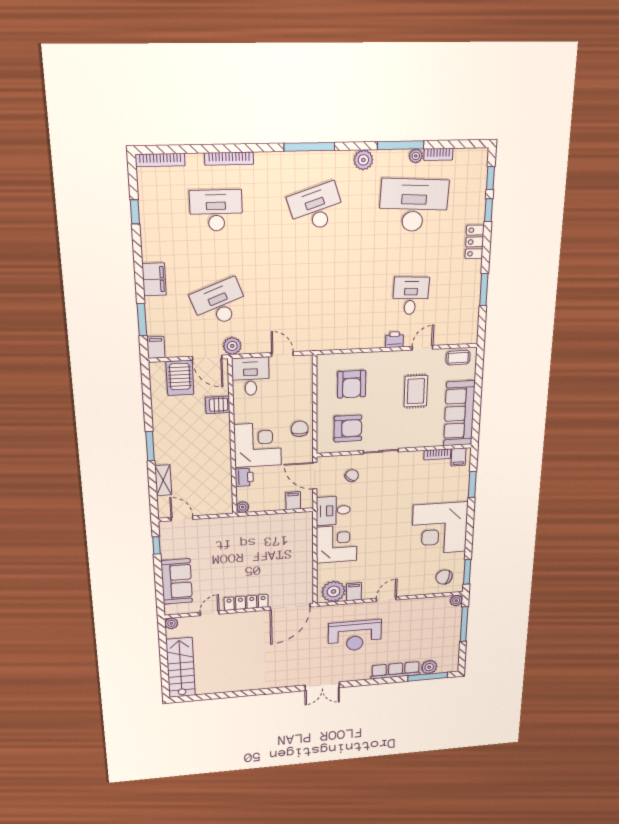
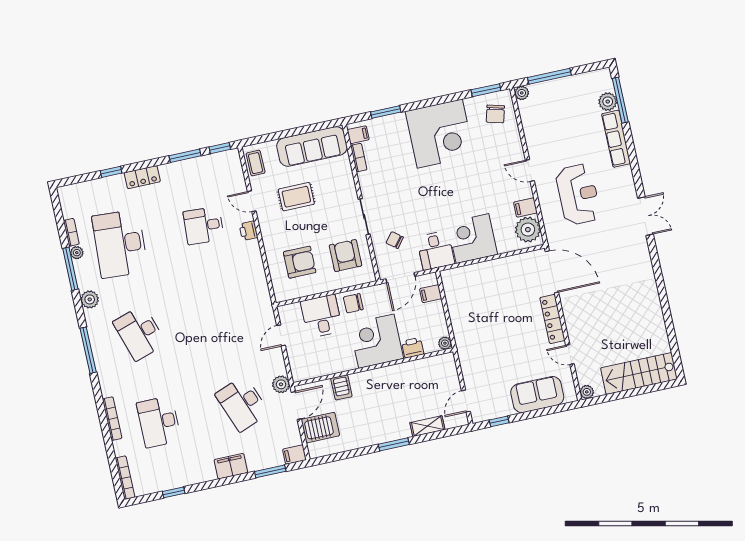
window: (490, 178) -> (220, 148), moved
desk: (251, 376) -> (322, 316), moved, turned 90

